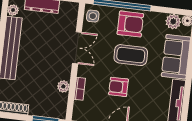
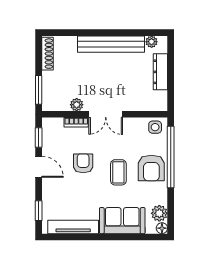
double door: (77, 48) -> (106, 114), moved
coffee table: (131, 55) -> (118, 172), width x0.73, depth x0.77

